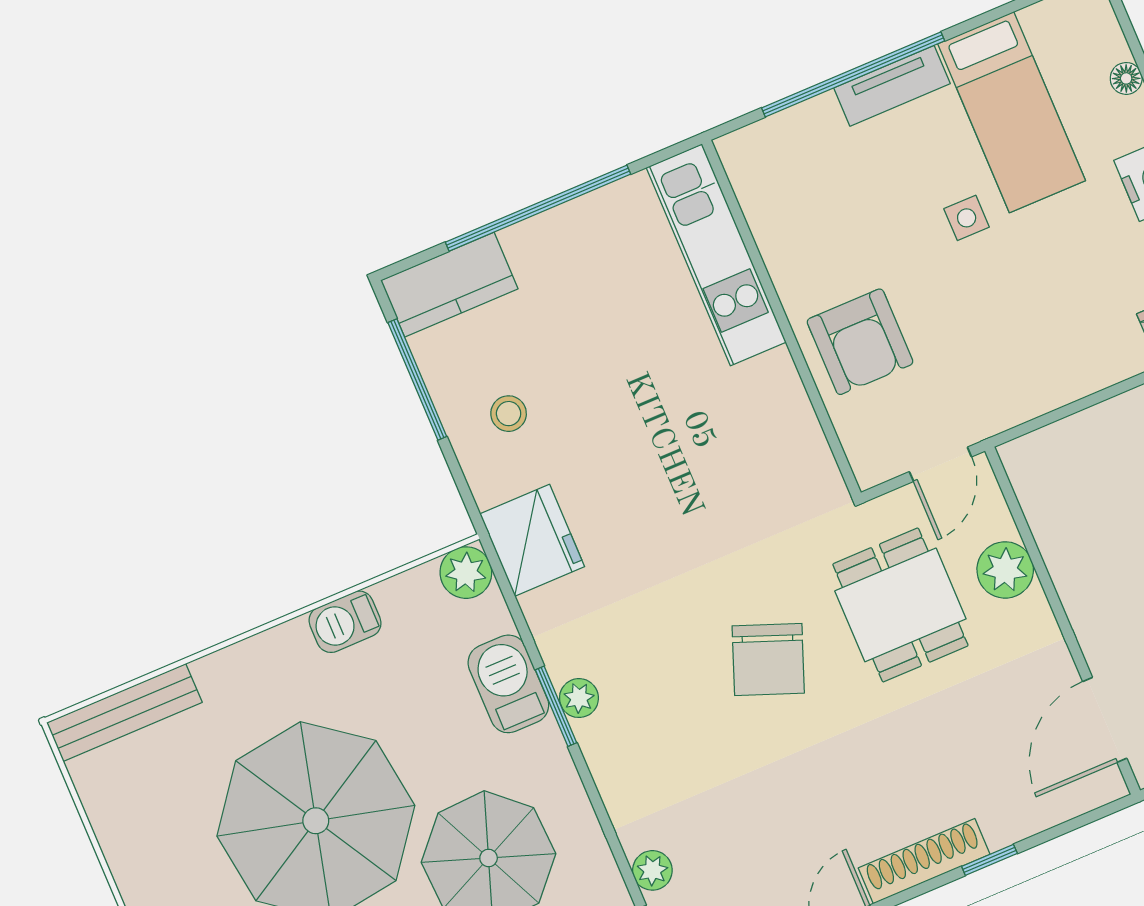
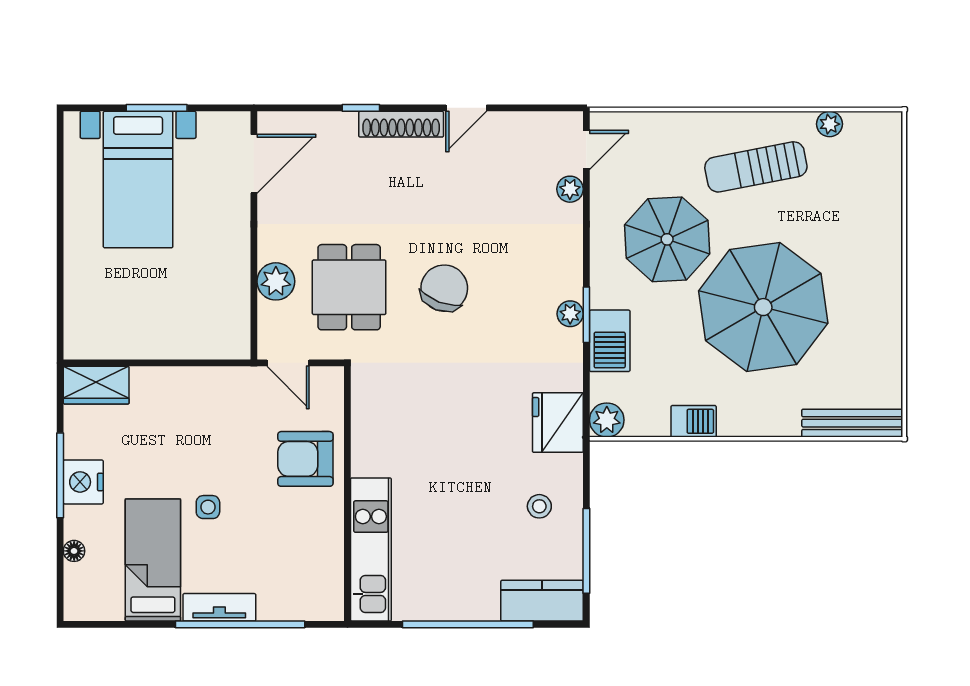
armchair: (860, 342) -> (305, 459), turned -90
door: (940, 464) -> (288, 363), swing flipped

